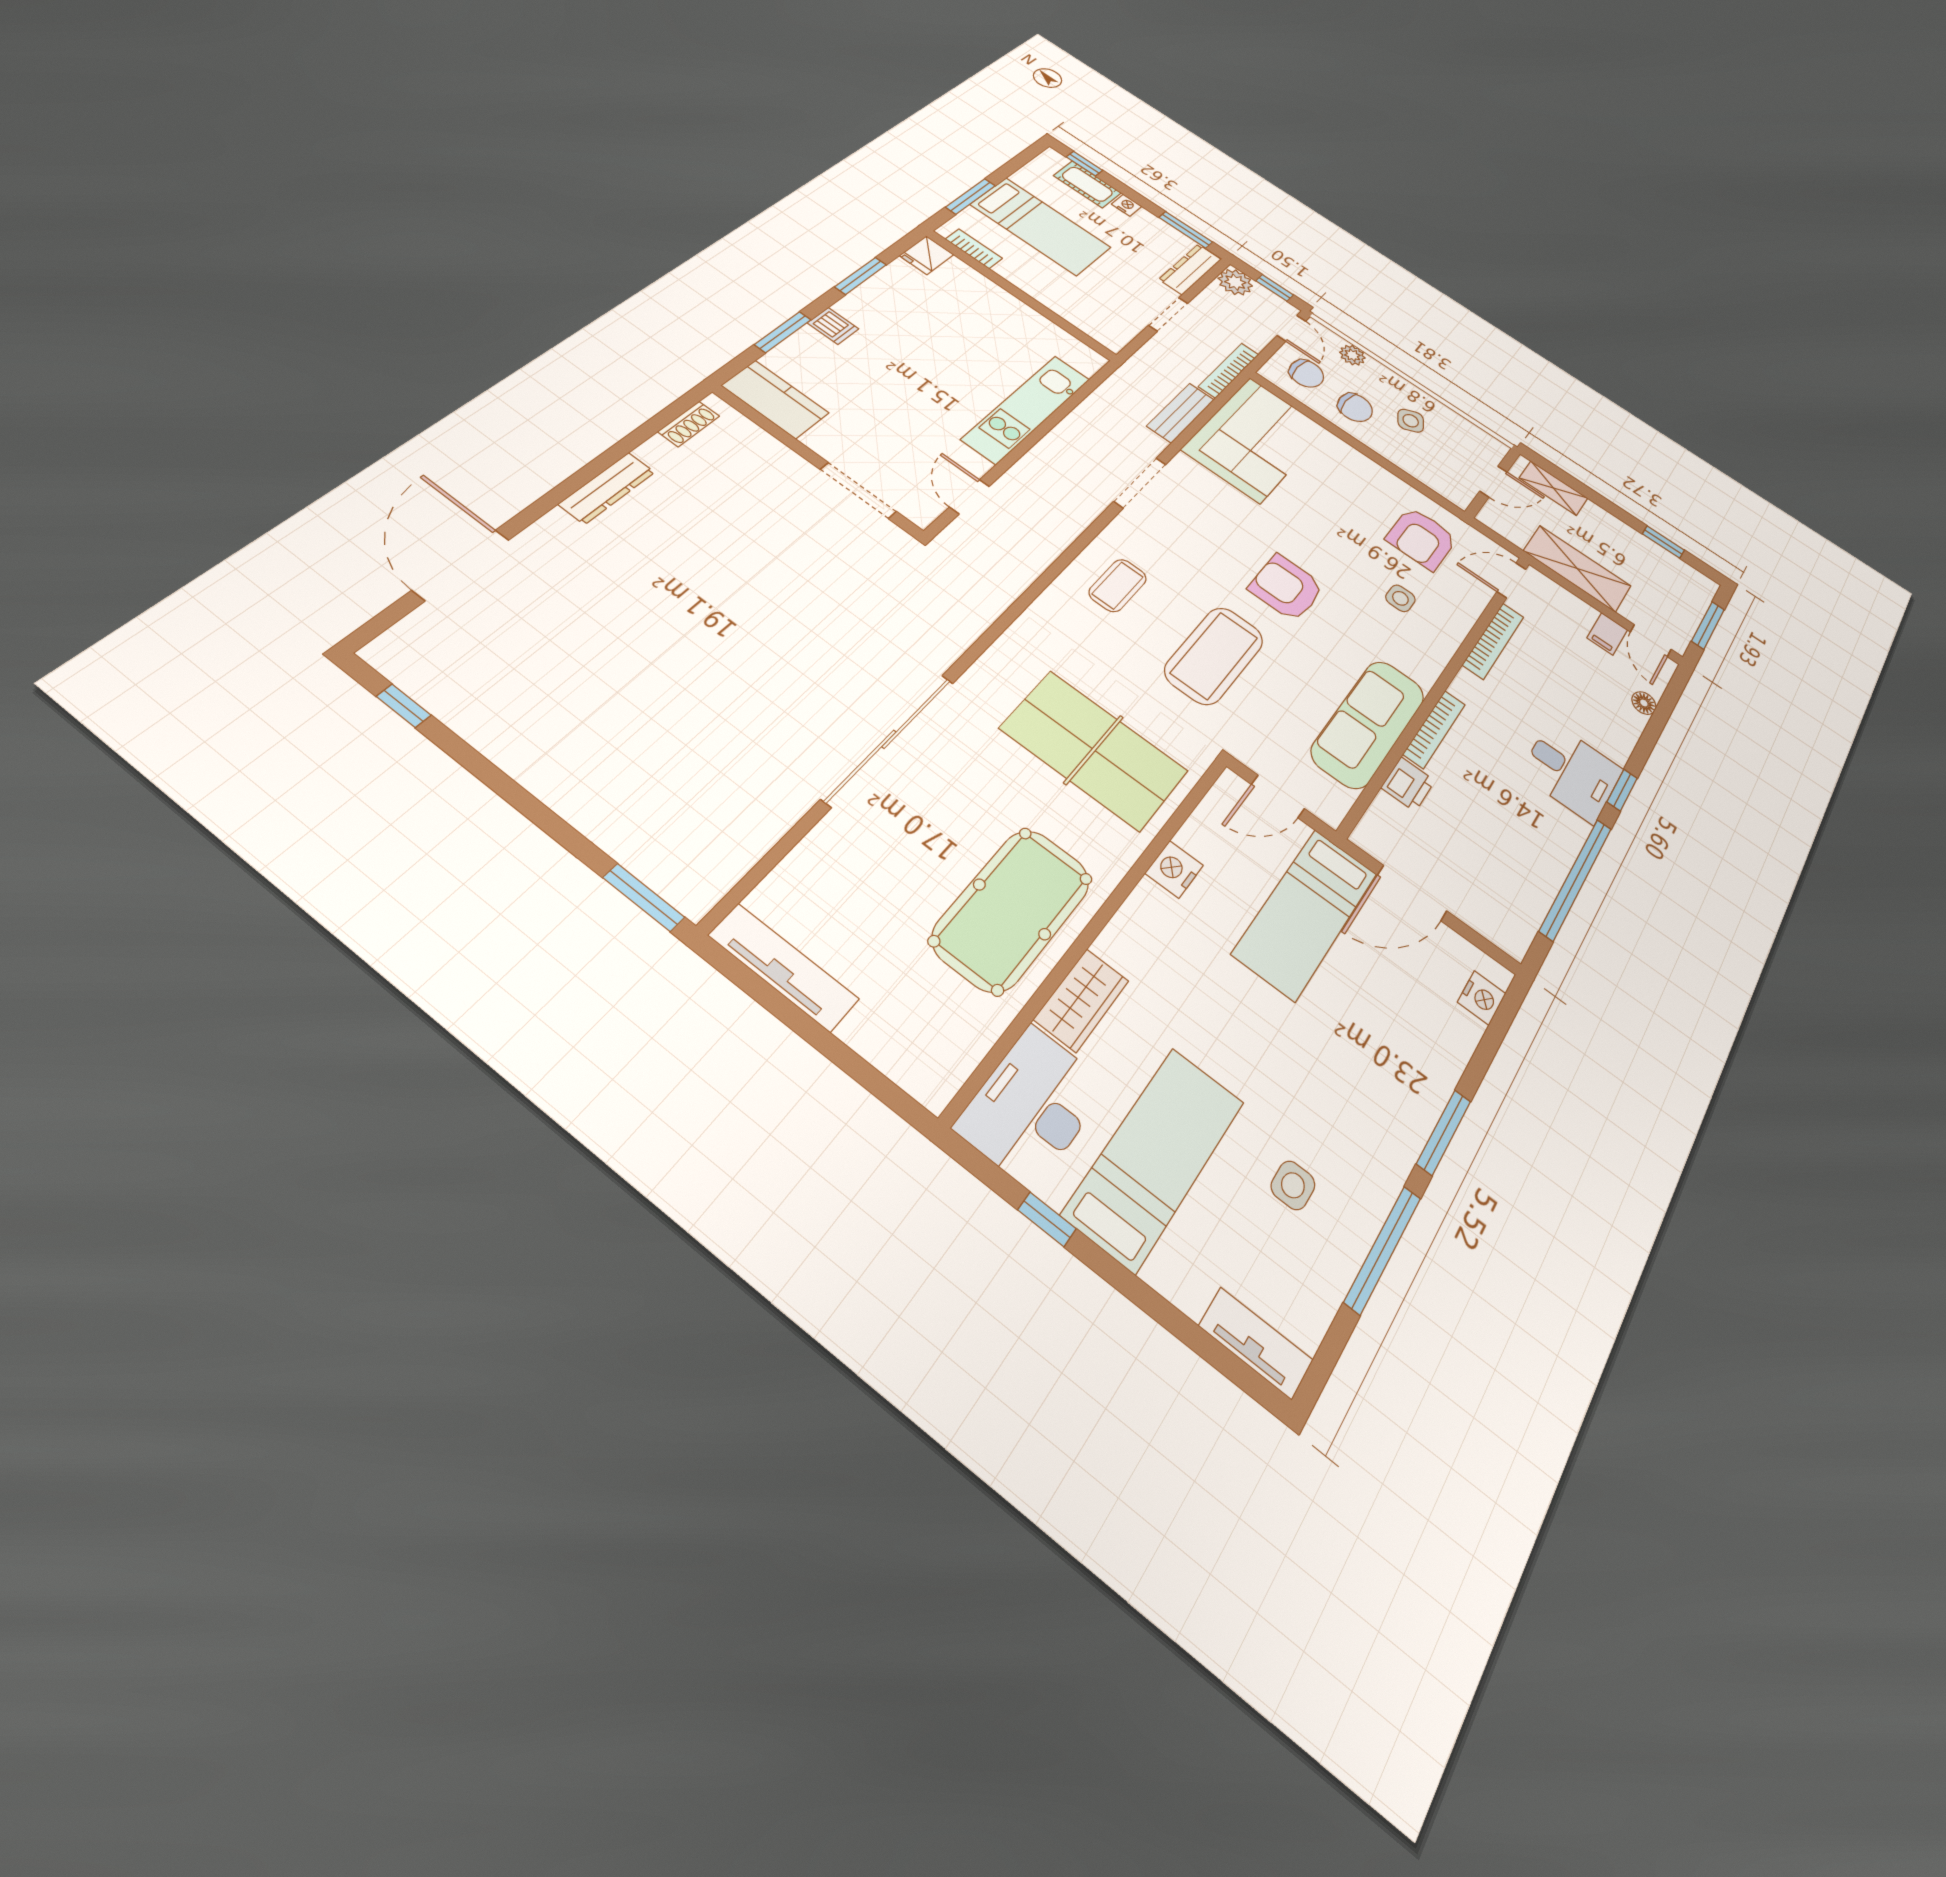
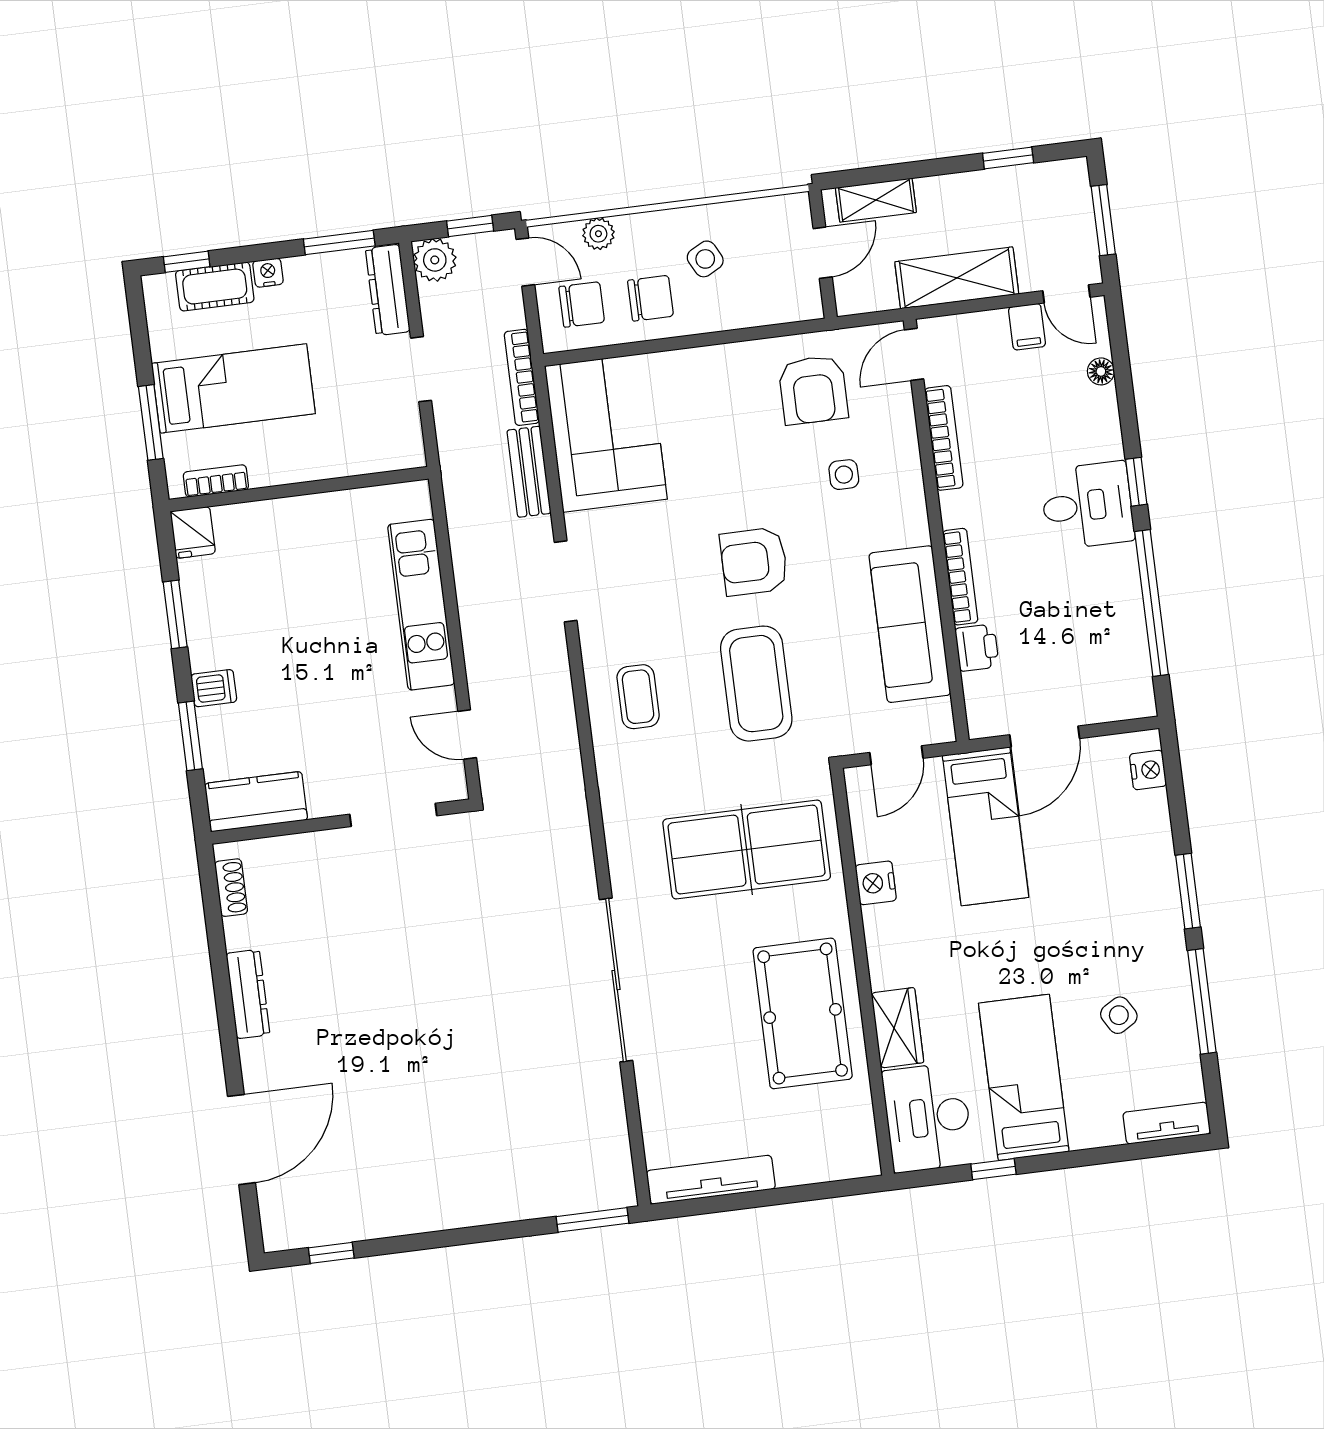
door: (461, 565) -> (241, 1140), swing flipped
side table: (1293, 1185) -> (1119, 1015), turned -31

